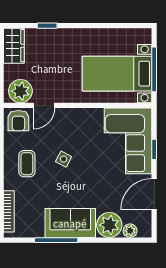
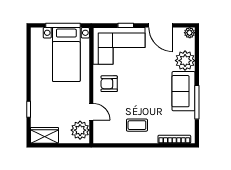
armchair: (18, 121) -> (109, 84), moved, turned 180
side table: (64, 159) -> (133, 96), removed
plant: (130, 231) -> (190, 33), moved

